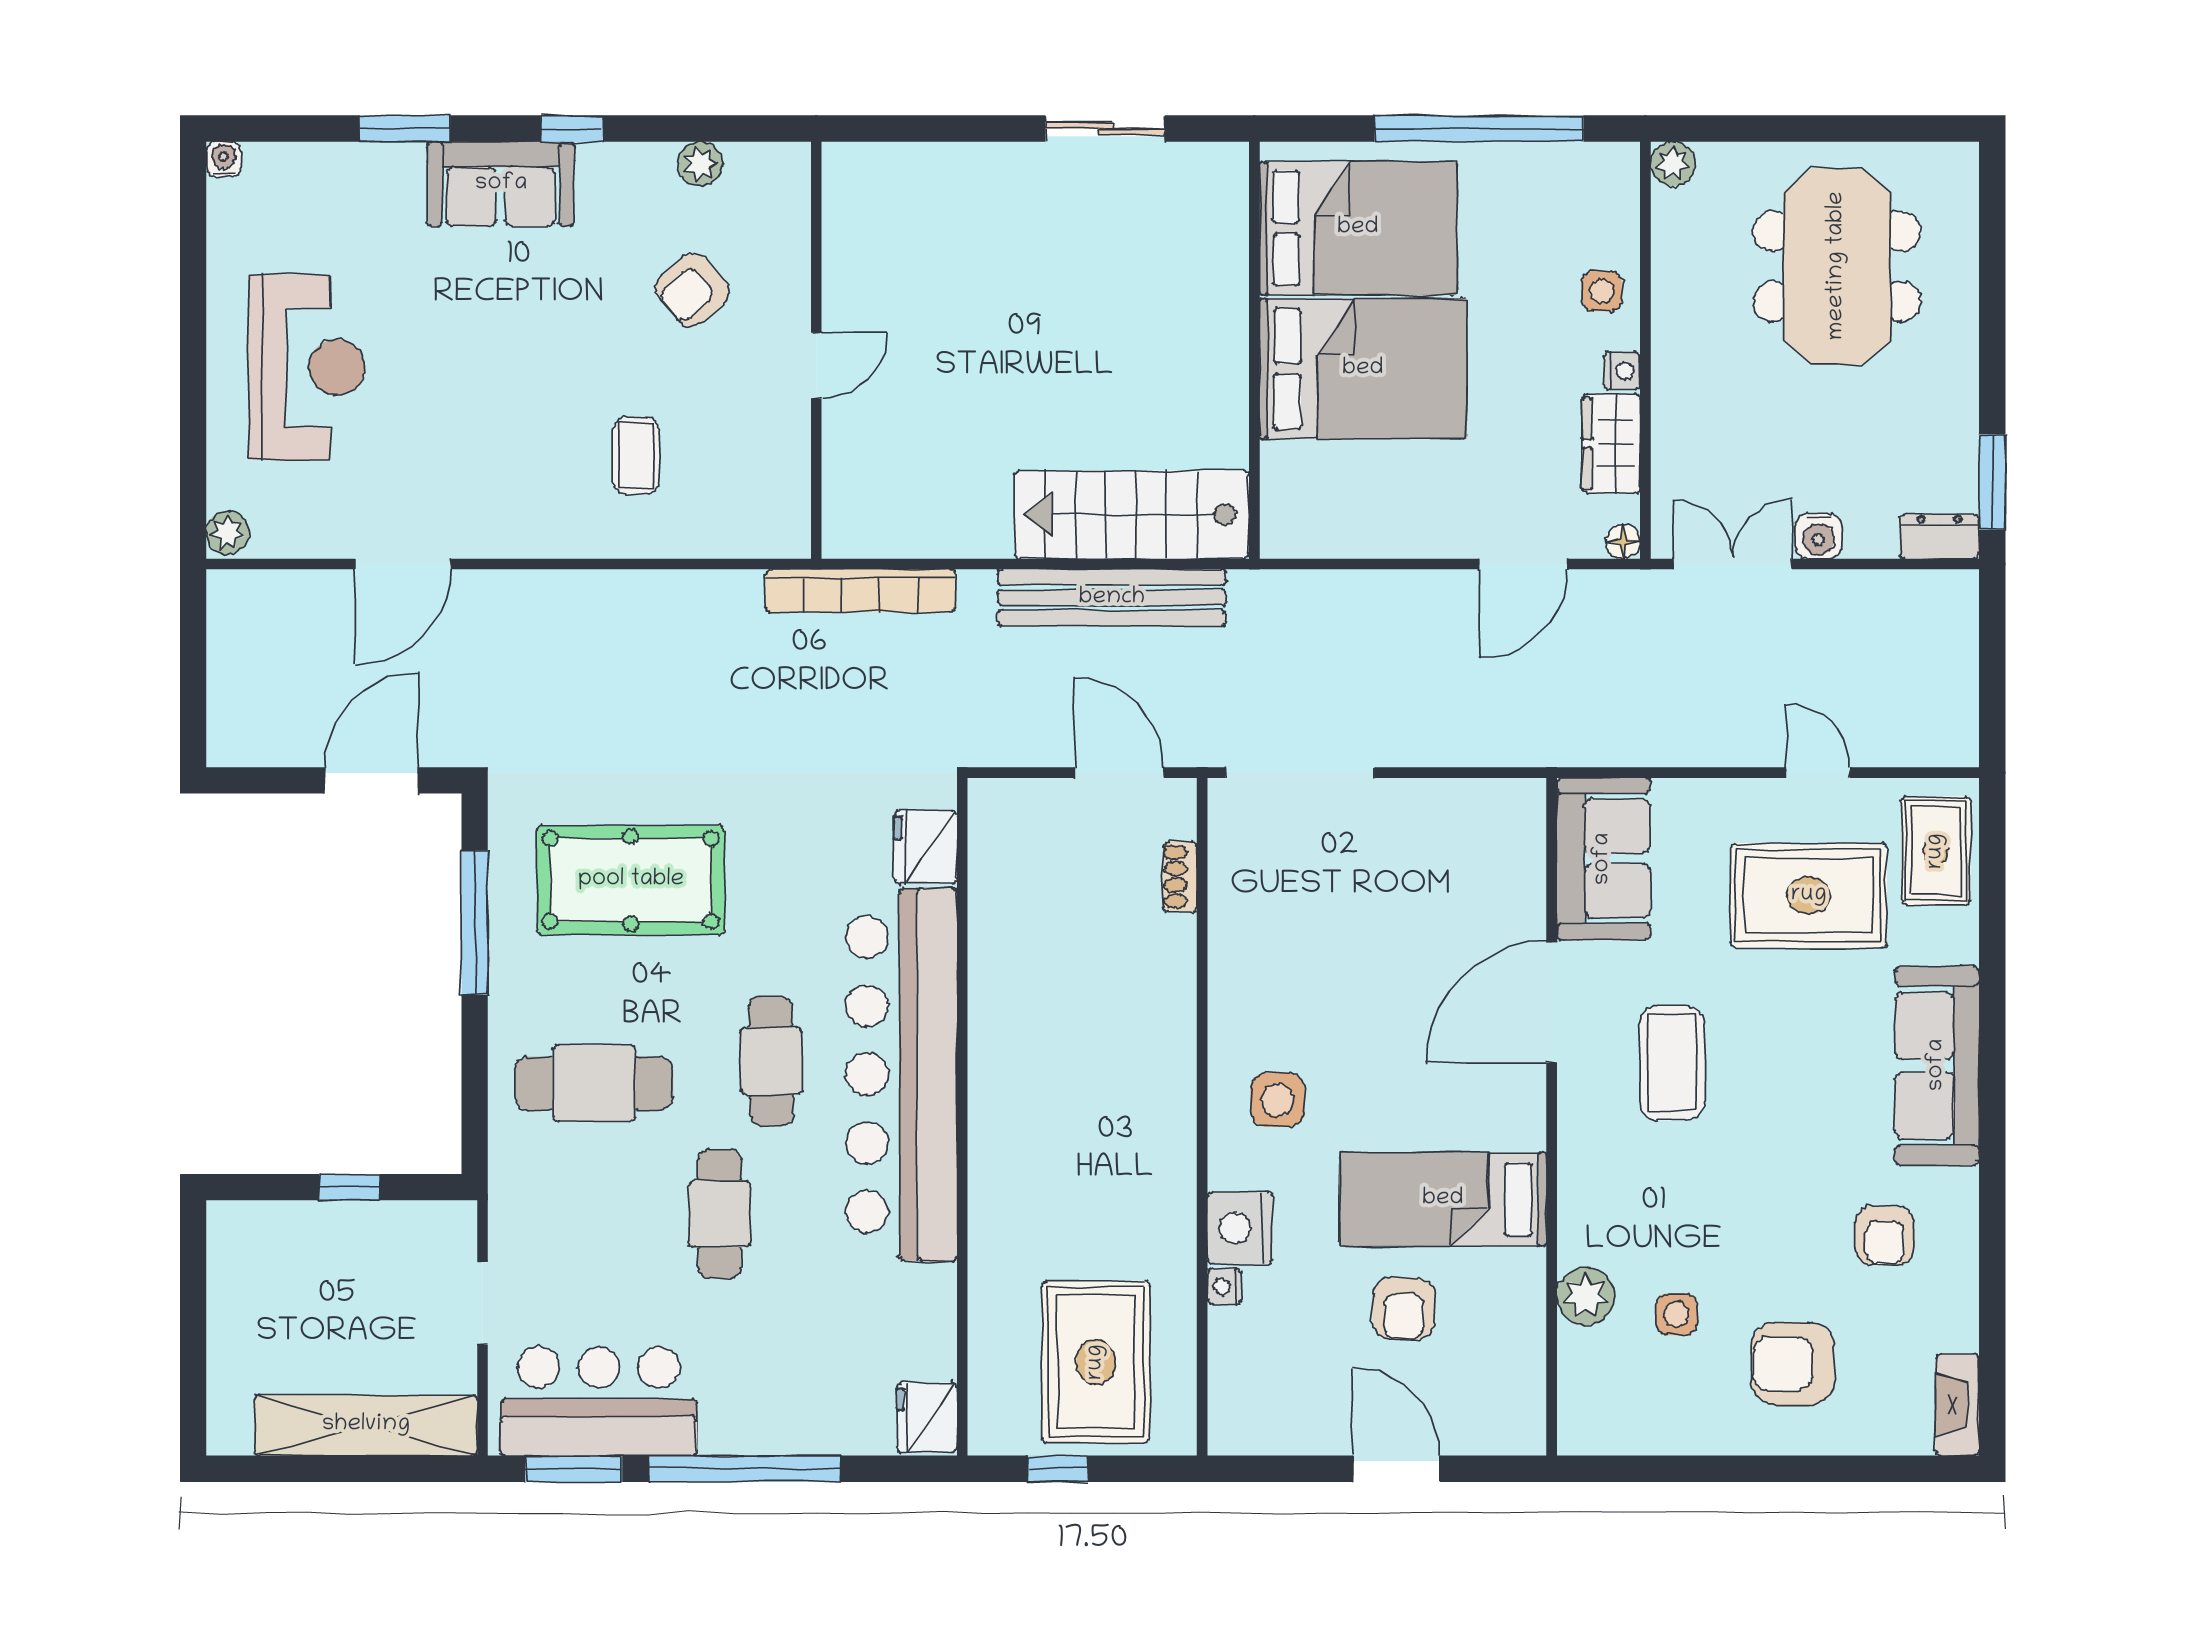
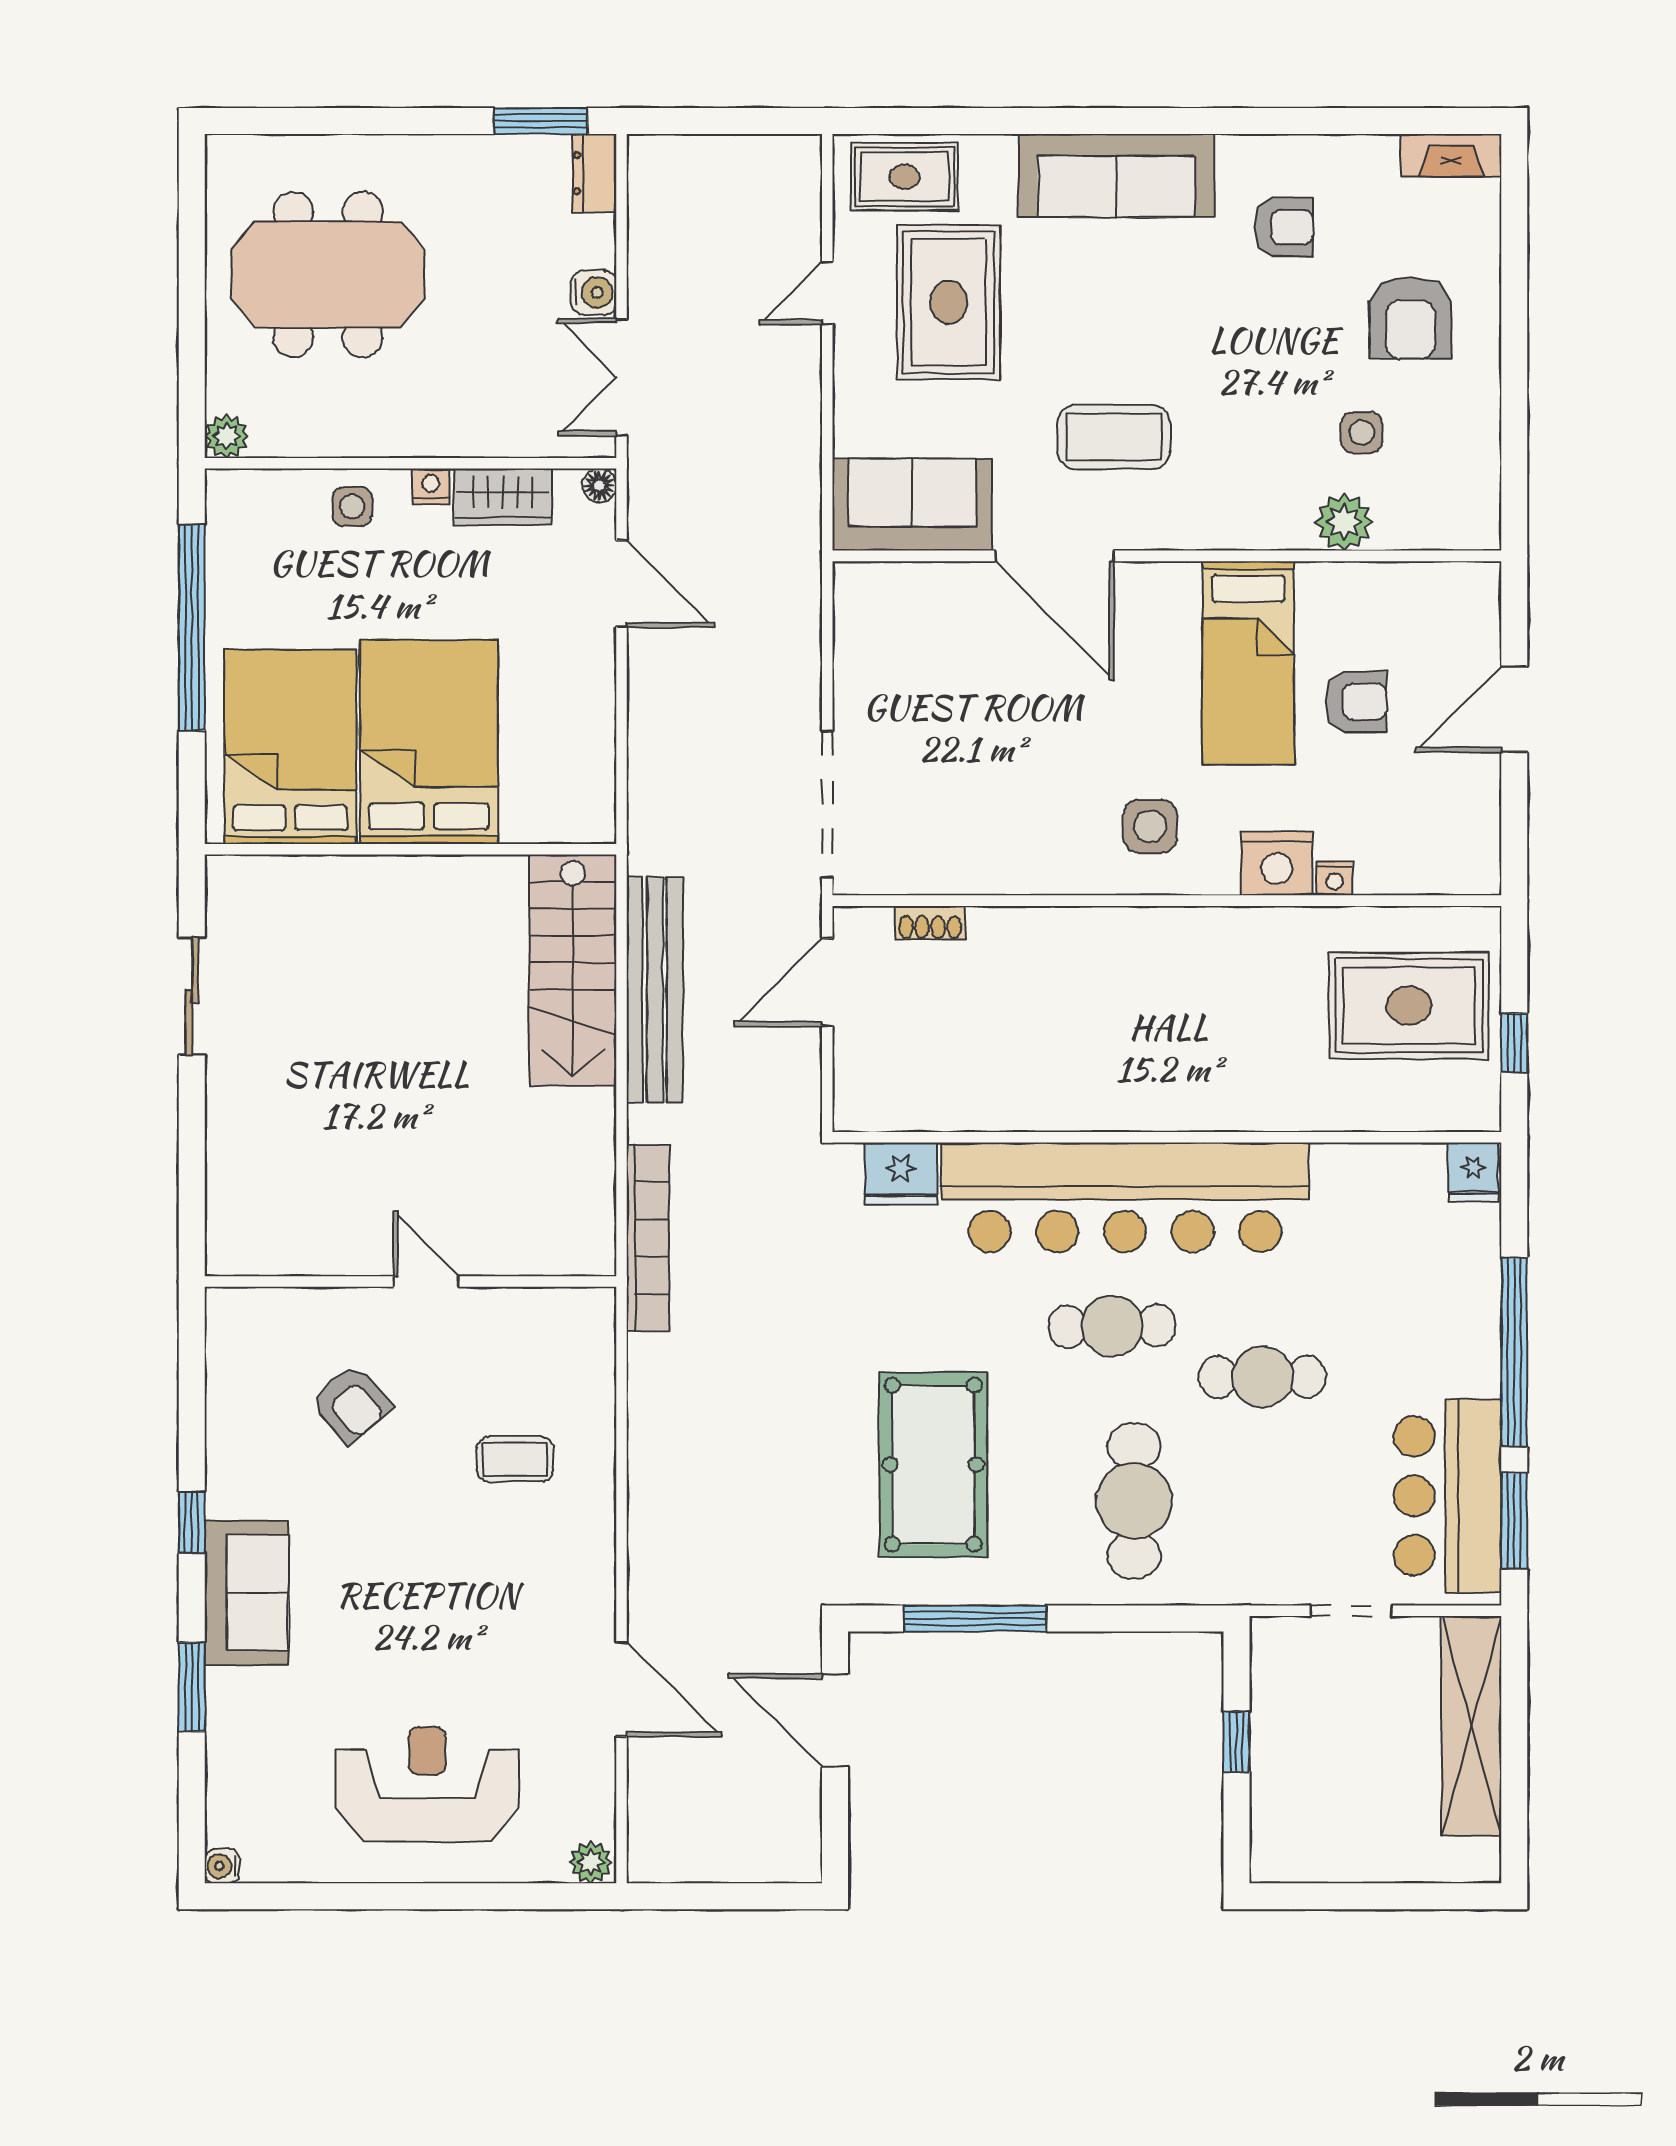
plant: (700, 164) -> (227, 1396), removed
fridge: (927, 1417) -> (1473, 1172), width x0.72

